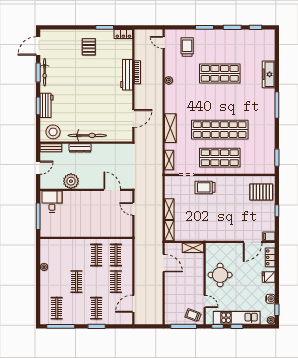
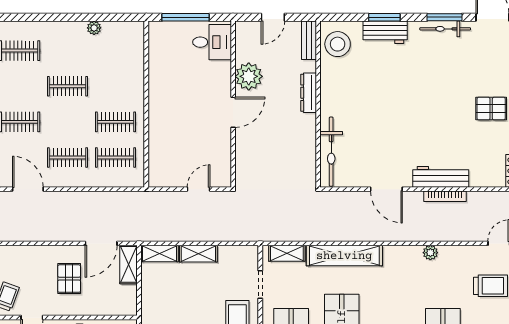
door: (133, 119) -> (386, 189), moved
shelving: (170, 128) -> (344, 256), width x1.47
bicycle: (87, 135) -> (331, 152), moved
door: (38, 168) -> (273, 17), hinge flipped
door: (112, 190) -> (233, 112), moved
shelving: (193, 248) -> (129, 264), moved
pallet: (183, 281) -> (69, 279), added

